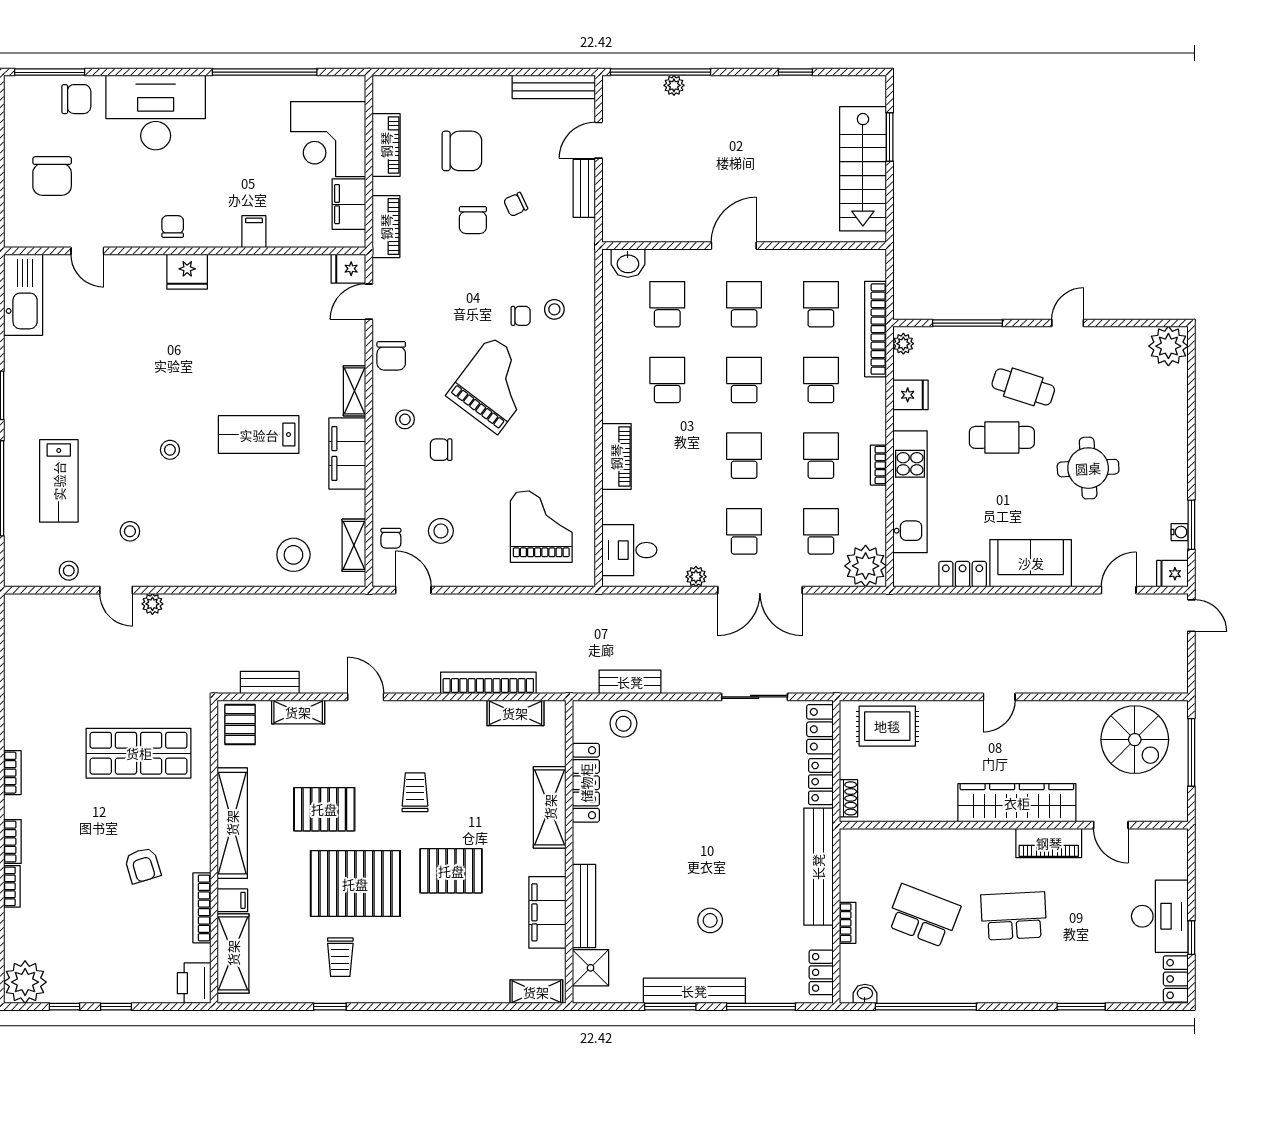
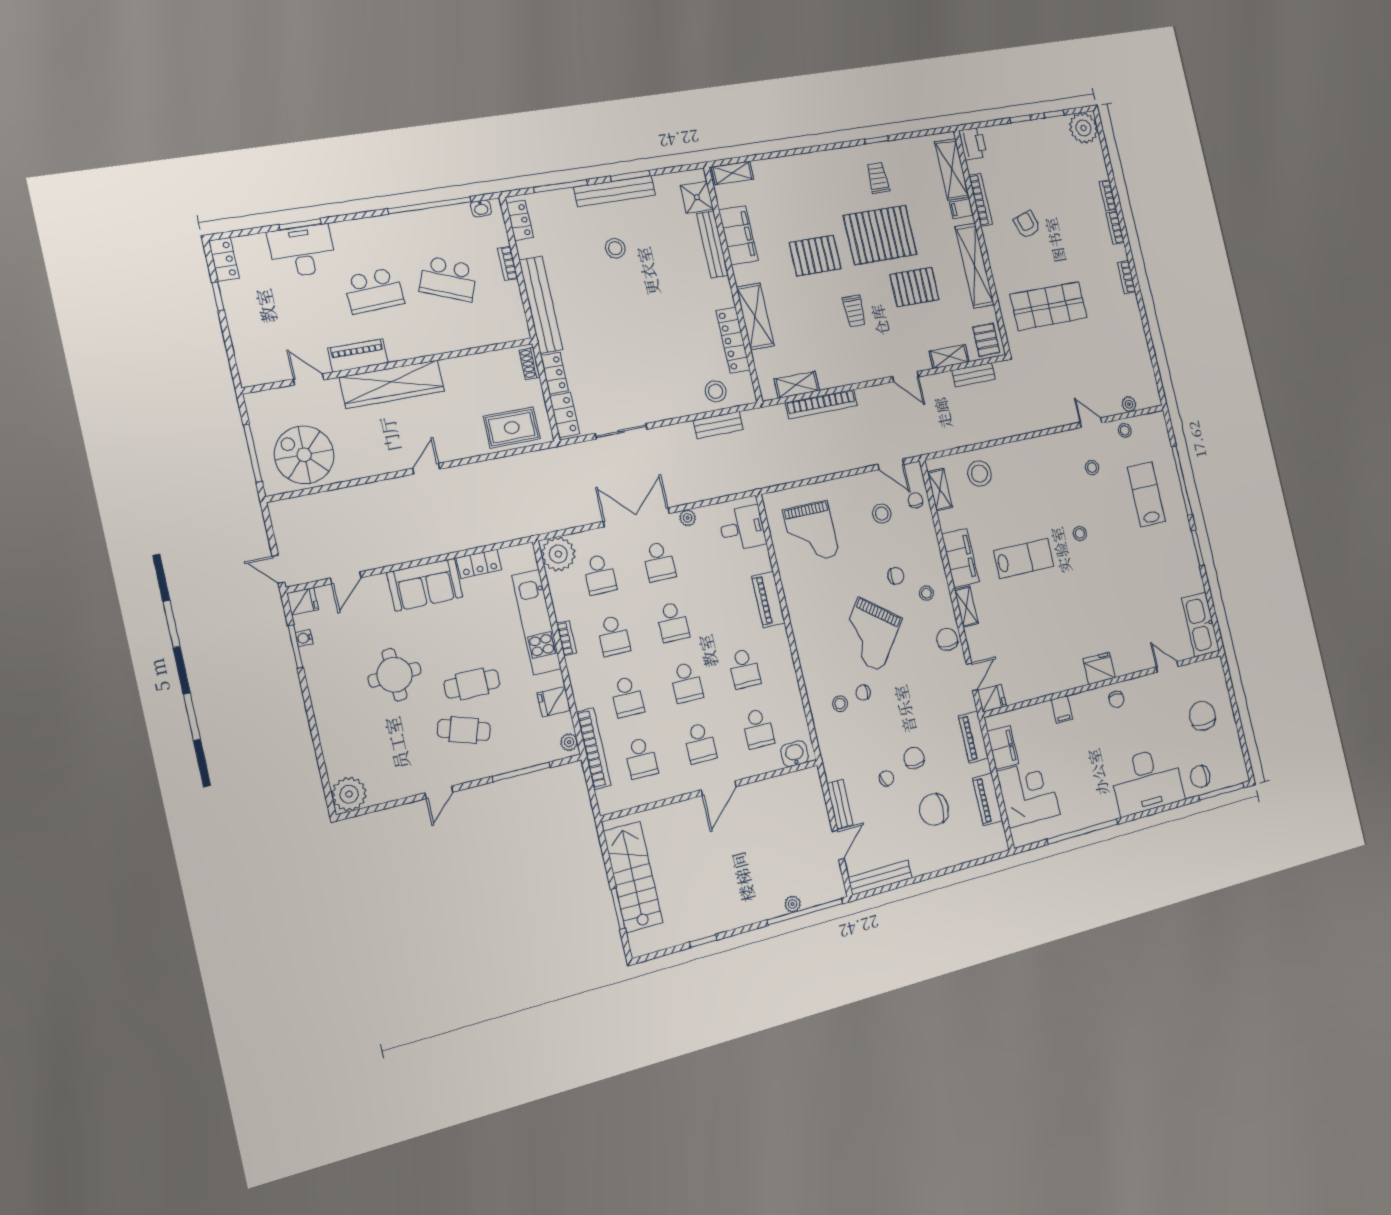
plant: (152, 604) -> (1129, 404), moved
desk: (1160, 916) -> (302, 251), moved, turned 90

